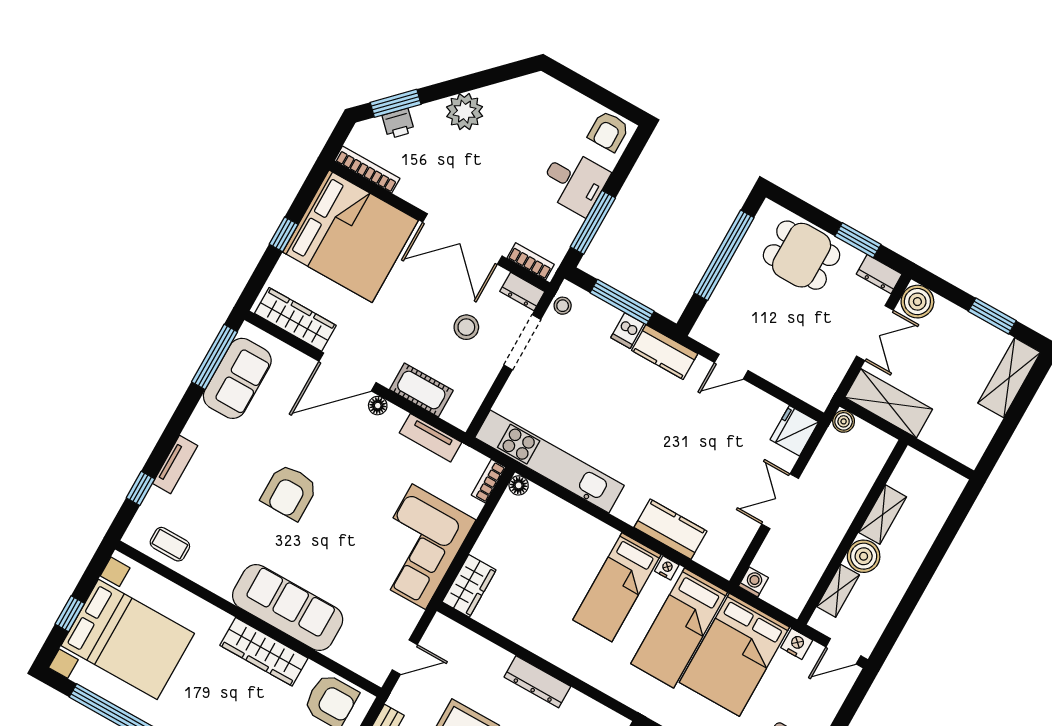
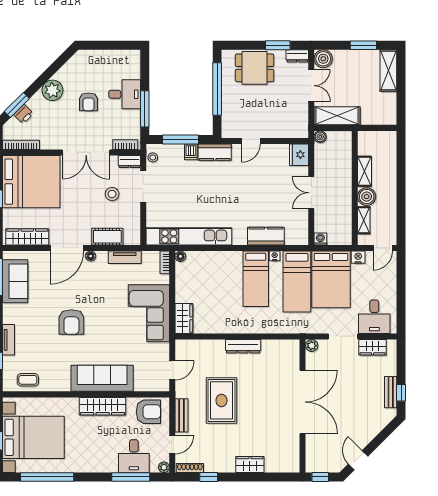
armchair: (608, 131) -> (88, 102), moved

